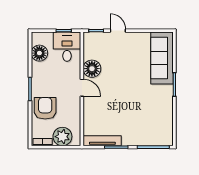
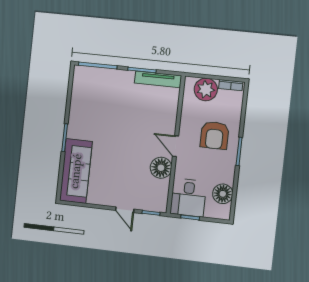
armchair: (45, 108) -> (215, 135), moved

